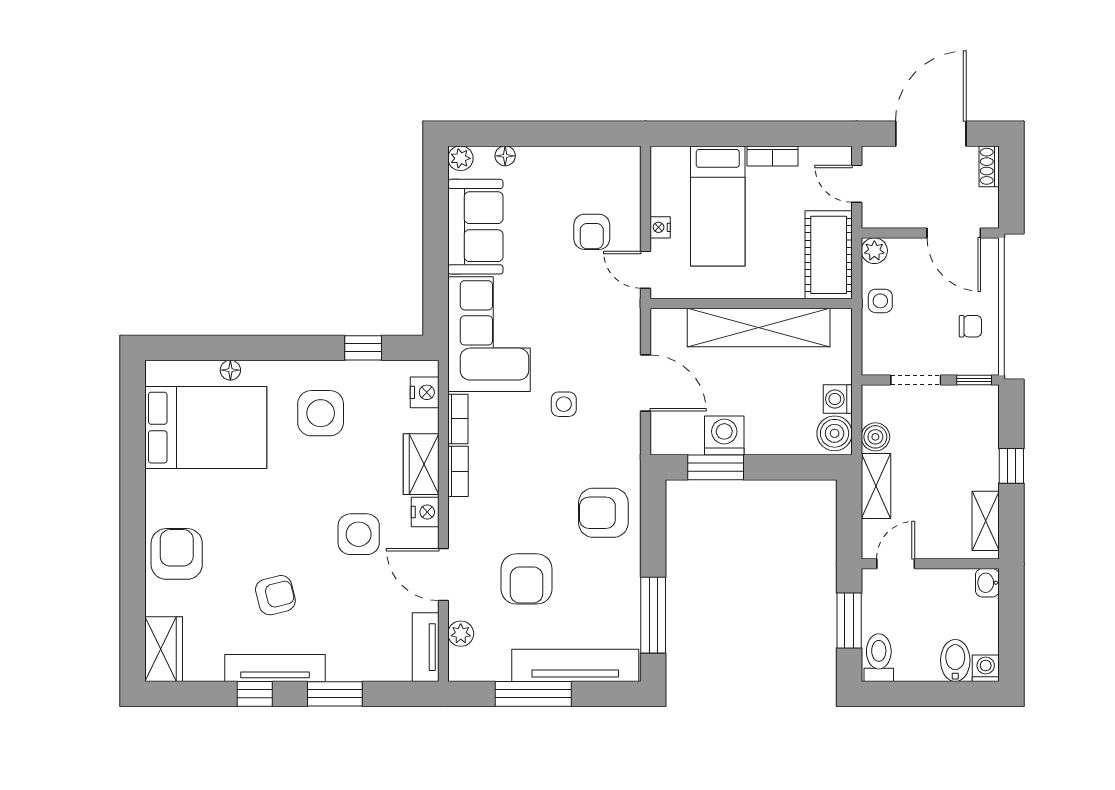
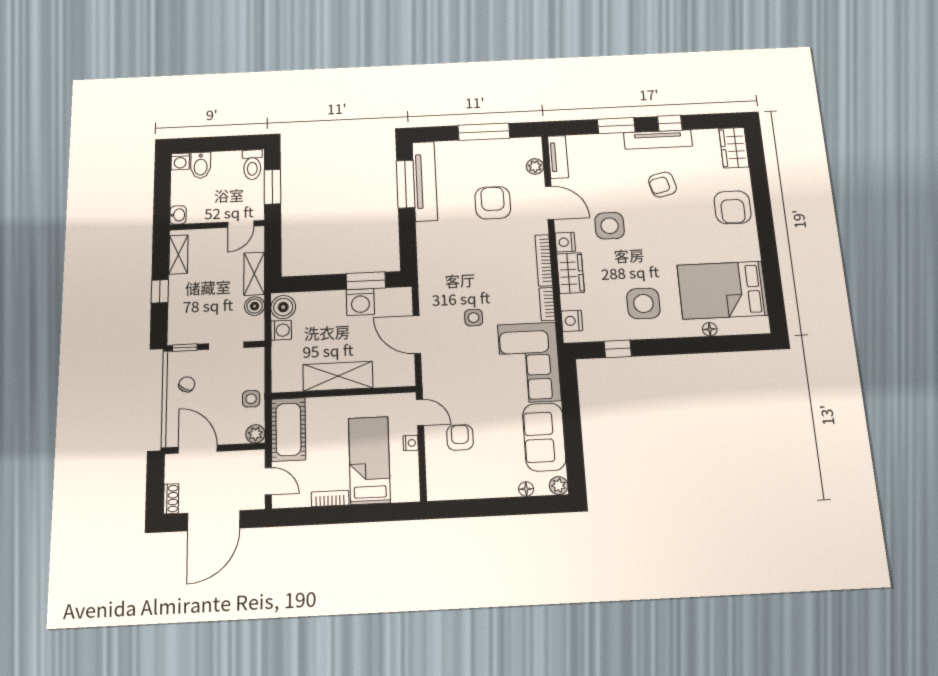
chair: (970, 326) -> (187, 384), turned 118
shelving: (759, 328) -> (338, 376), width x0.68
bookcase: (458, 471) -> (544, 260), width x1.56
armchair: (603, 513) -> (442, 247), removed
tv unit: (575, 665) -> (425, 181), moved, turned -90

